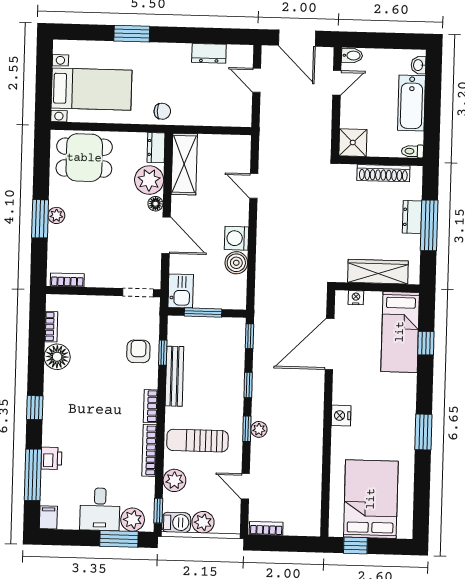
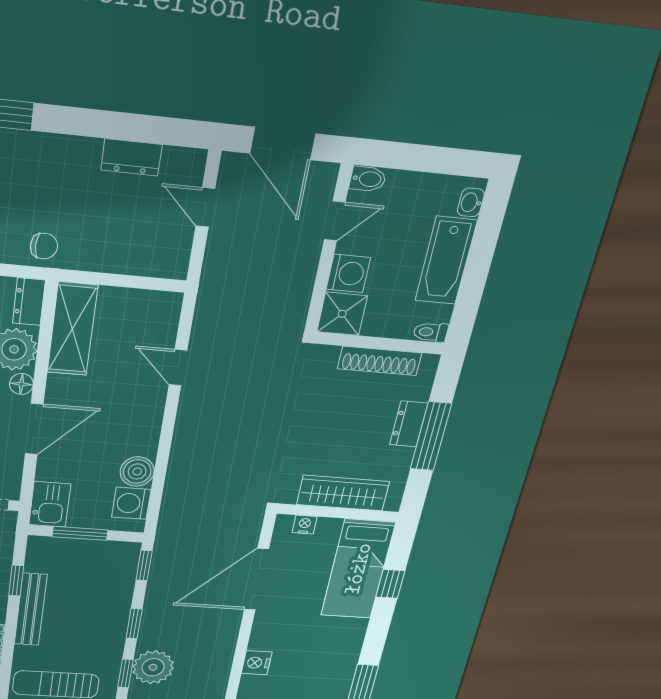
washing machine: (352, 116) -> (348, 273), added
door: (166, 235) -> (34, 429), hinge flipped
washing machine: (236, 238) -> (131, 503), moved
plant: (259, 429) -> (153, 667), width x1.87, depth x1.87

